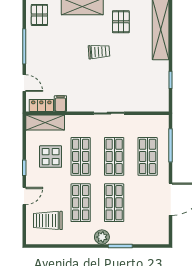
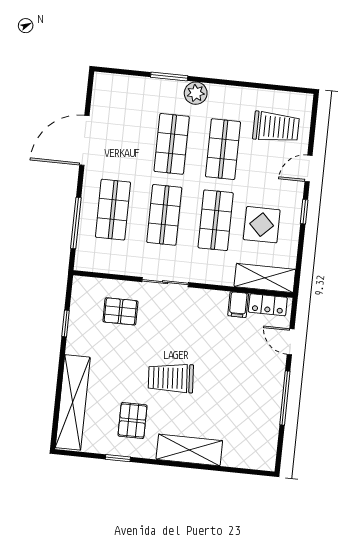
pallet: (39, 15) -> (120, 311), moved, turned 90
trolley: (99, 52) -> (171, 378), width x1.36, depth x1.39

